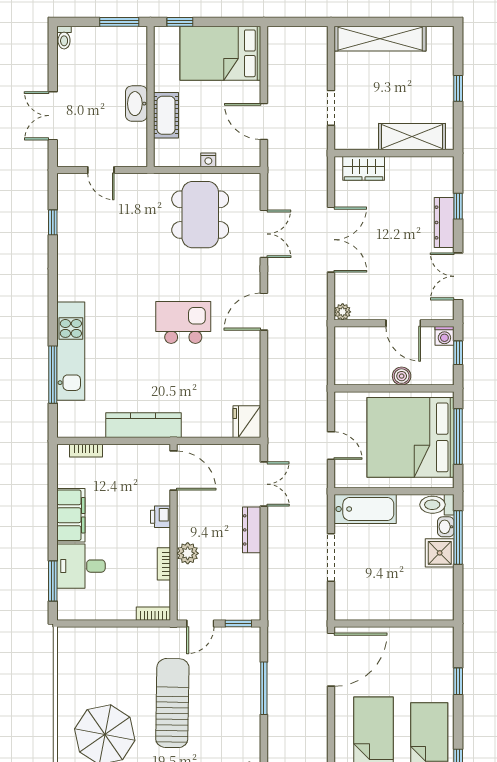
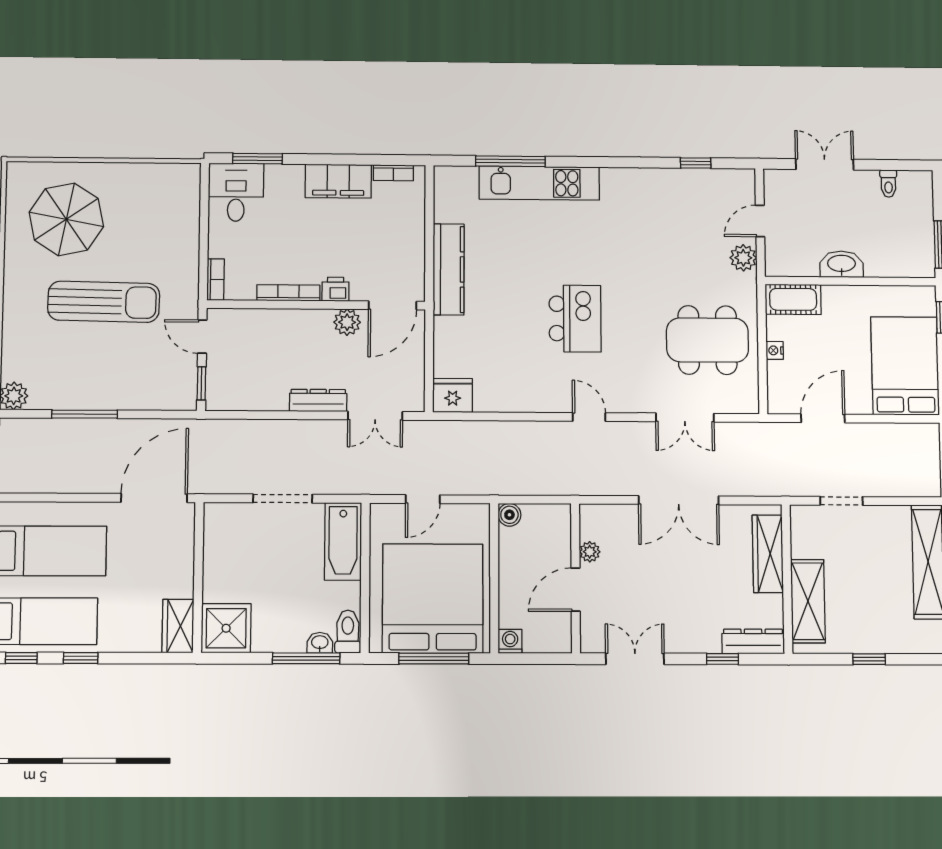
toilet: (64, 38) -> (888, 184), moved, turned -90
cot: (166, 115) -> (793, 299), moved
wardrobe: (364, 168) -> (768, 554), width x1.50
plant: (132, 184) -> (743, 258), added
dresser: (444, 223) -> (753, 641), moved
door: (264, 312) -> (589, 417), width x0.73
plant: (343, 312) -> (590, 552), moved
washing machine: (444, 336) -> (510, 641), moved, turned 90
window: (458, 353) -> (539, 659), removed
boiler: (402, 376) -> (509, 515), moved
bookcase: (86, 451) -> (393, 173), moved, turned -90
plant: (188, 553) -> (347, 322), moved
shower: (440, 553) -> (226, 628), moved, width x1.36, depth x1.36
bookcase: (164, 564) -> (288, 293), width x1.56
desk: (81, 566) -> (236, 192), moved
wardrobe: (433, 639) -> (178, 626), added
door: (331, 660) -> (154, 498), swing flipped
window: (458, 681) -> (81, 658), moved
window: (264, 688) -> (85, 414), moved

